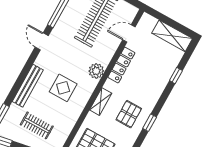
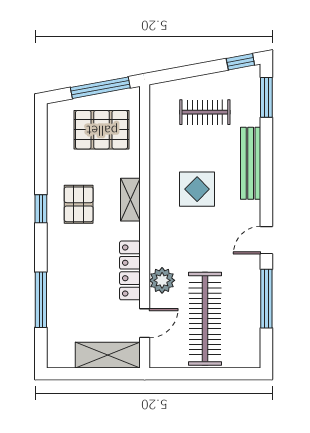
shelving: (172, 36) -> (108, 355), moved
door: (42, 41) -> (266, 240), swing flipped
plant: (96, 71) -> (162, 280), moved
window: (176, 76) -> (41, 300), width x2.17

